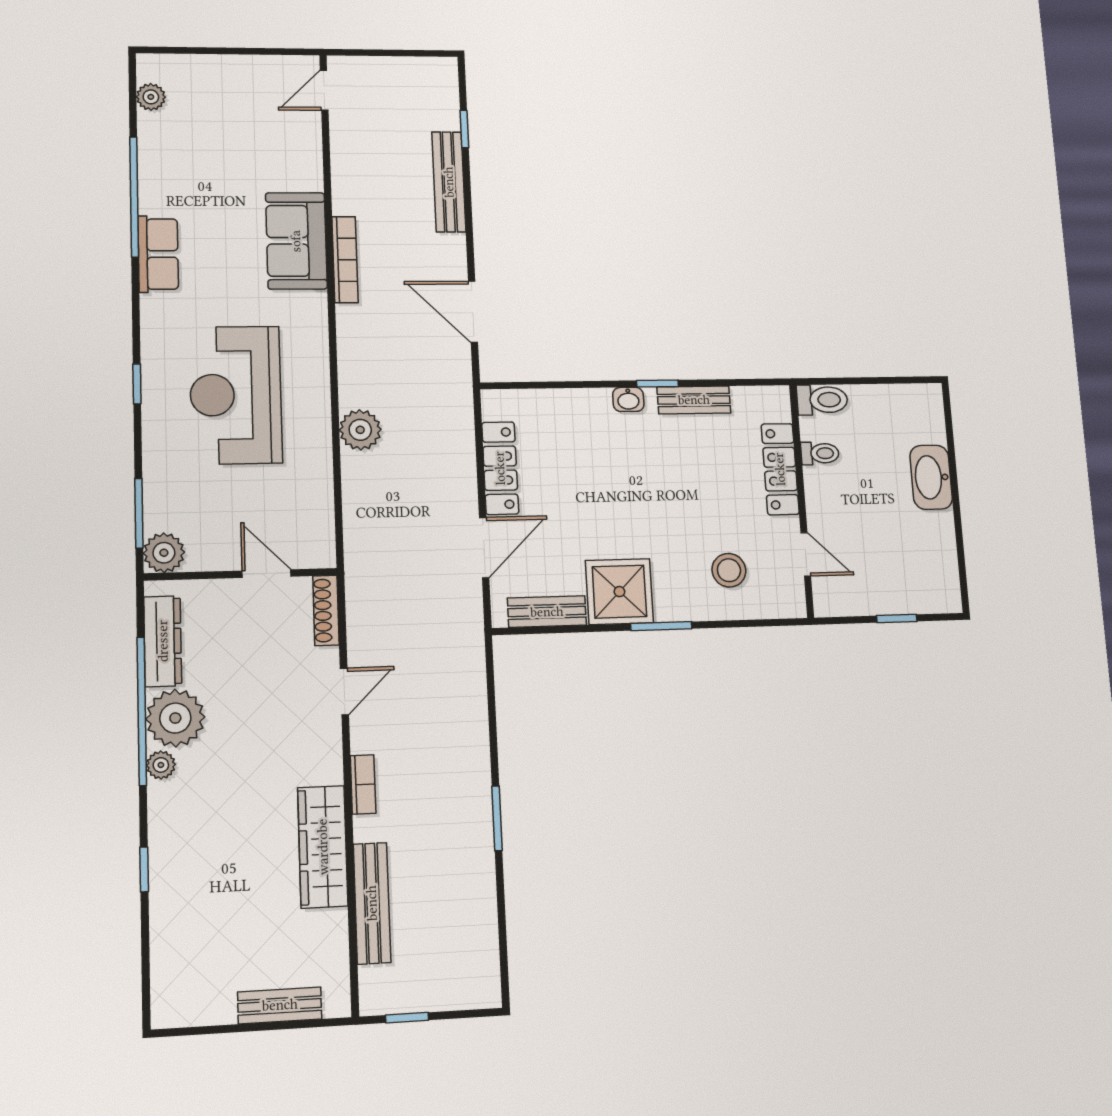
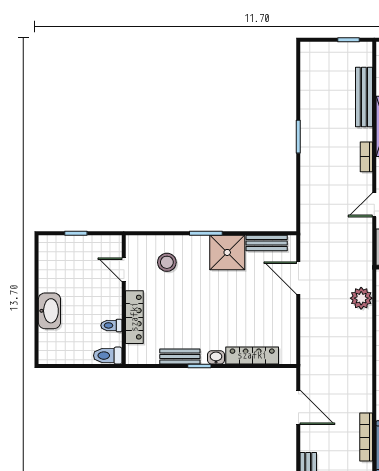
plant: (360, 430) -> (361, 298), moved
locker: (500, 468) -> (252, 355), moved, turned 90
door: (484, 548) -> (298, 278), hinge flipped

